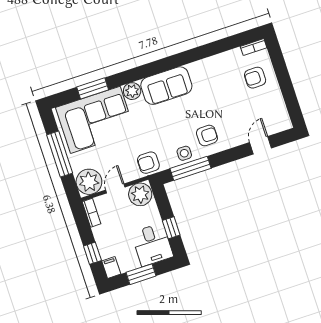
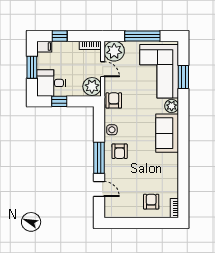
window: (190, 168) -> (99, 158), moved

